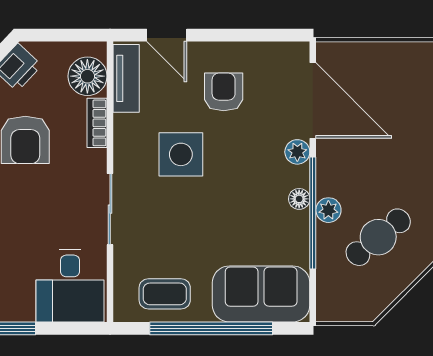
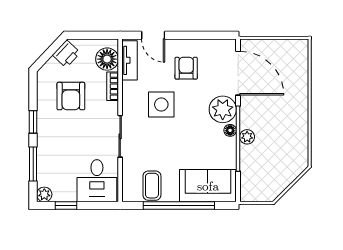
plant: (297, 152) -> (223, 109), width x1.88, depth x1.88
cafe table: (378, 237) -> (276, 153), removed
coffee table: (165, 294) -> (152, 186), turned 90

